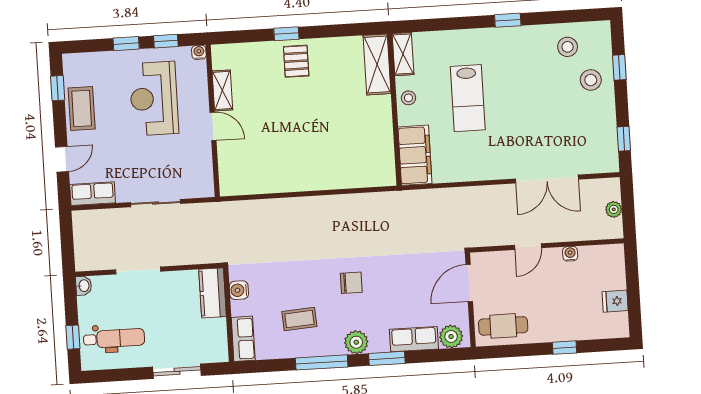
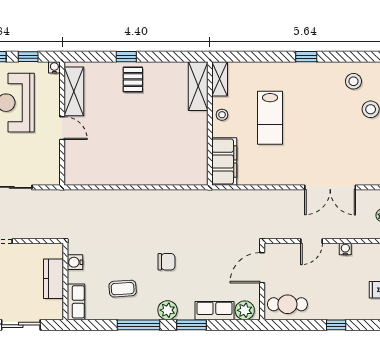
shelving: (222, 90) -> (74, 91), width x1.50, depth x1.33
kitchen counter: (213, 293) -> (54, 279), moved

